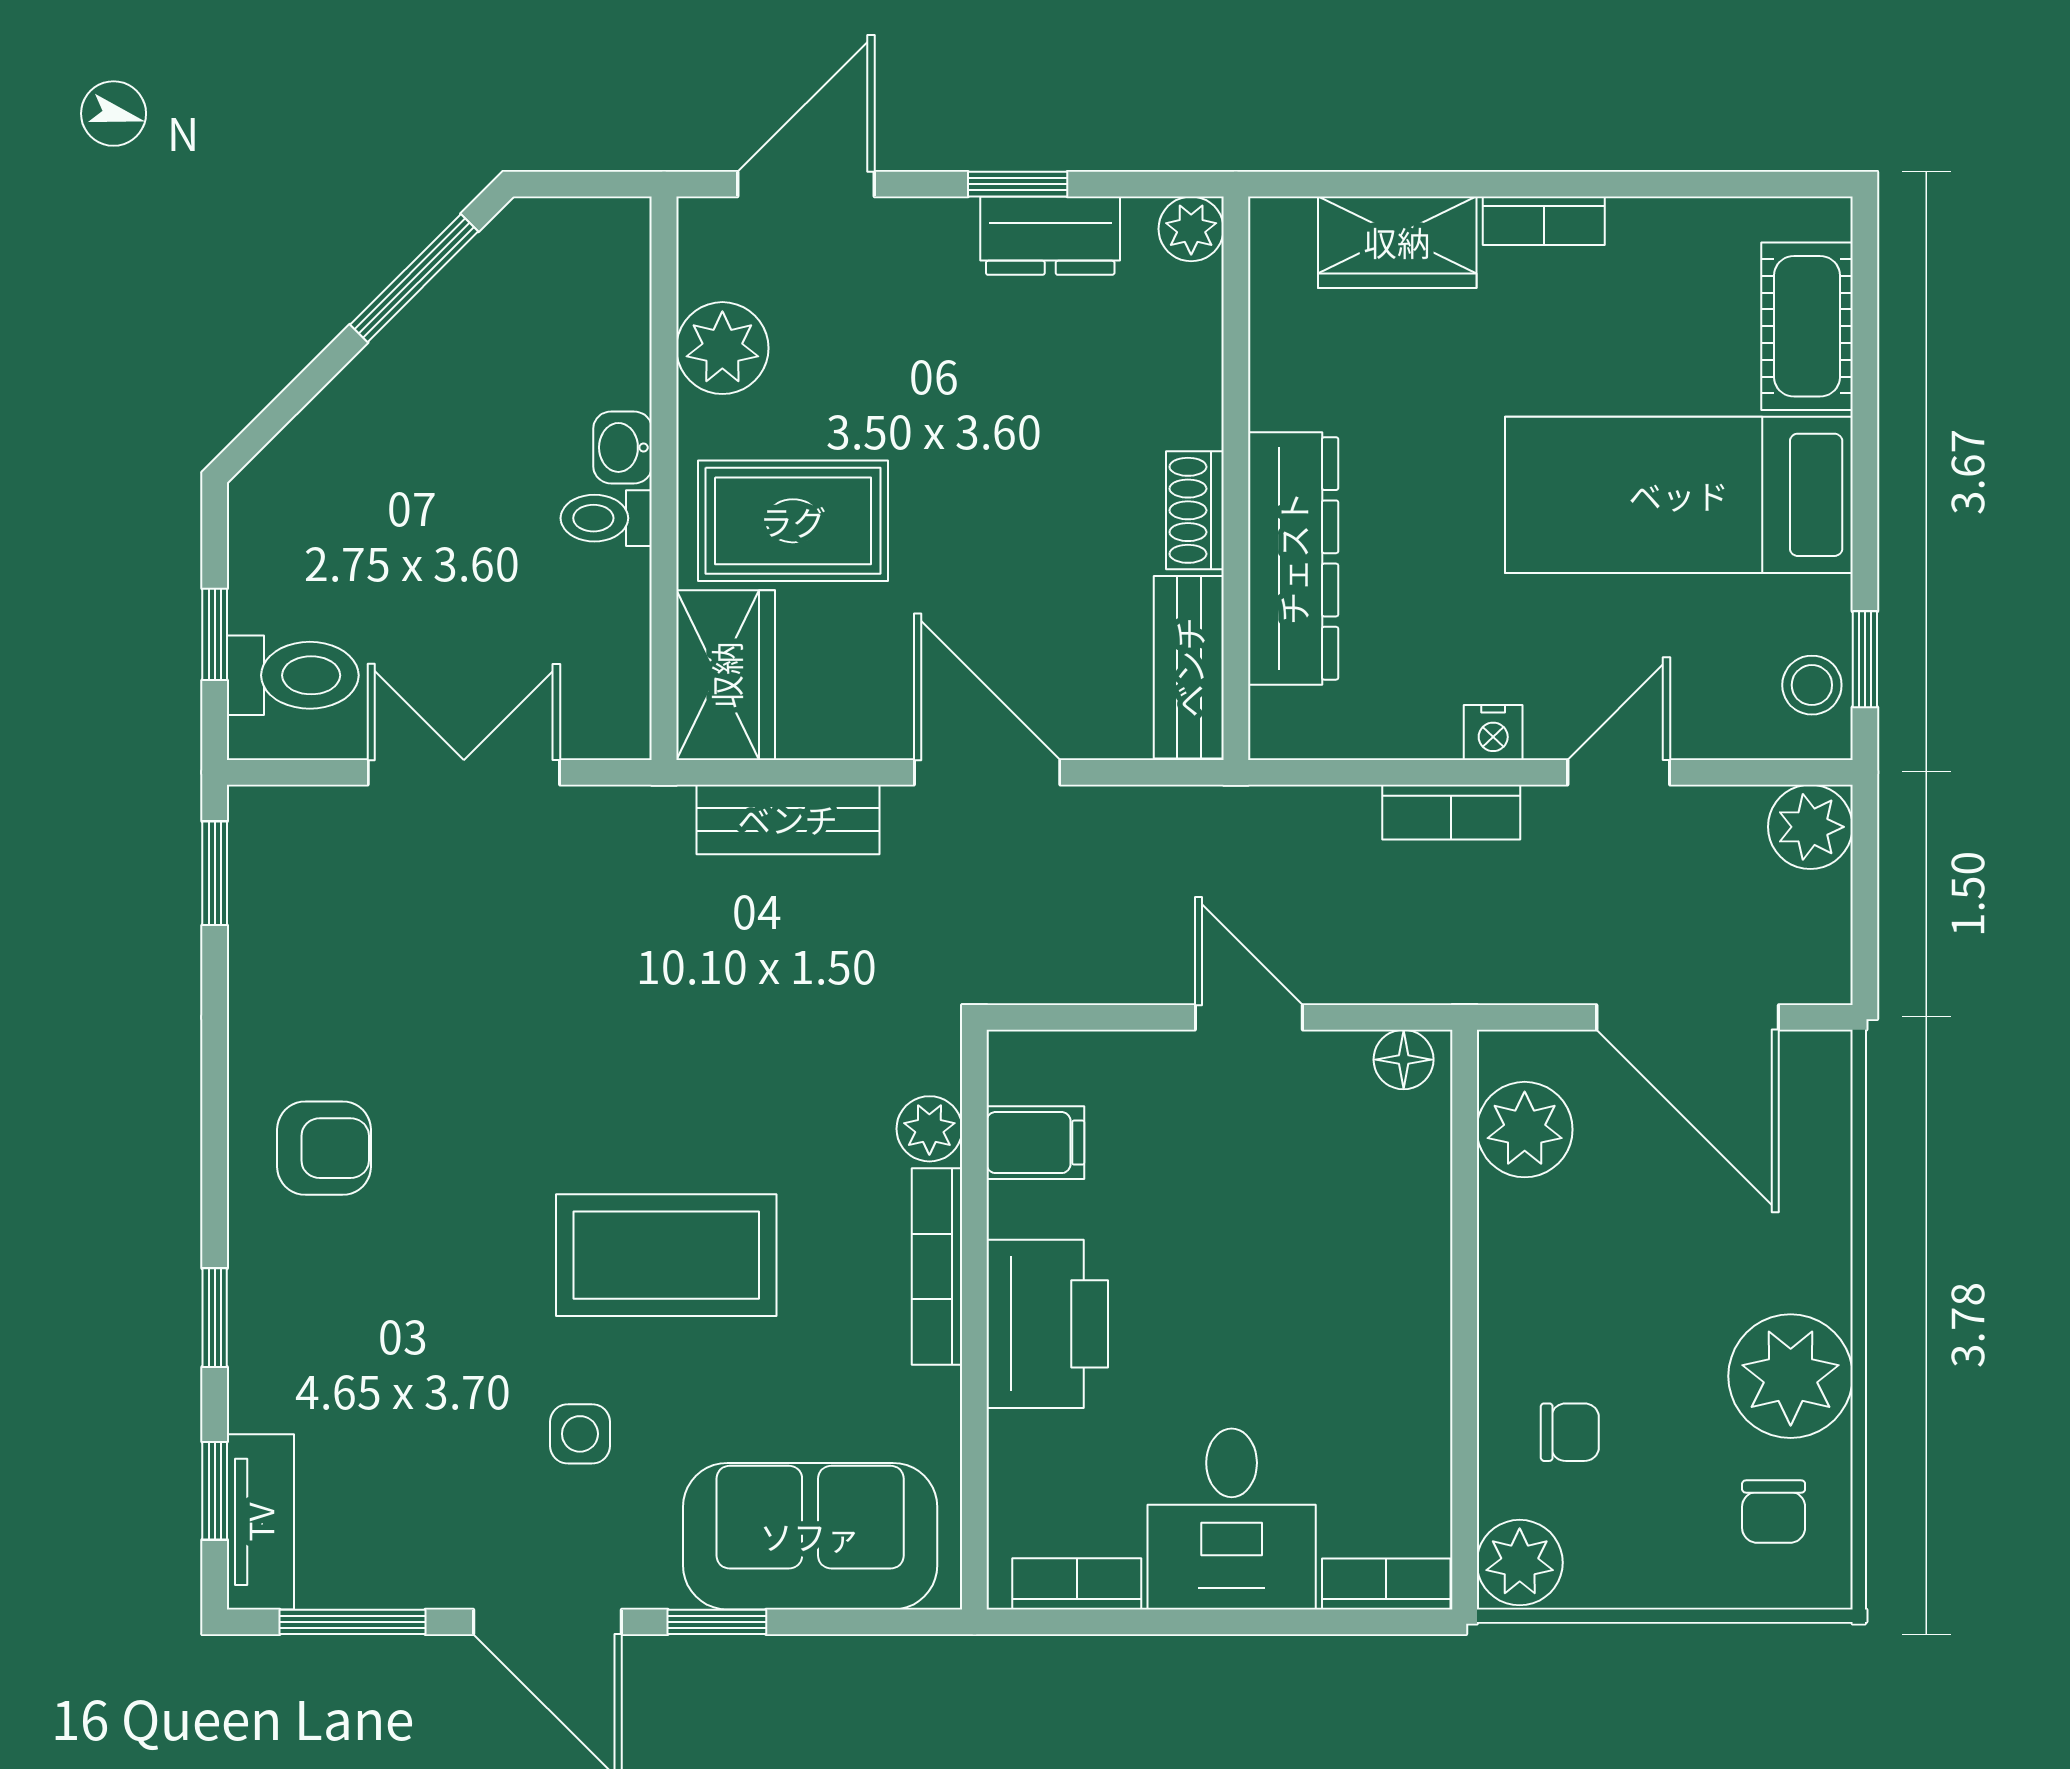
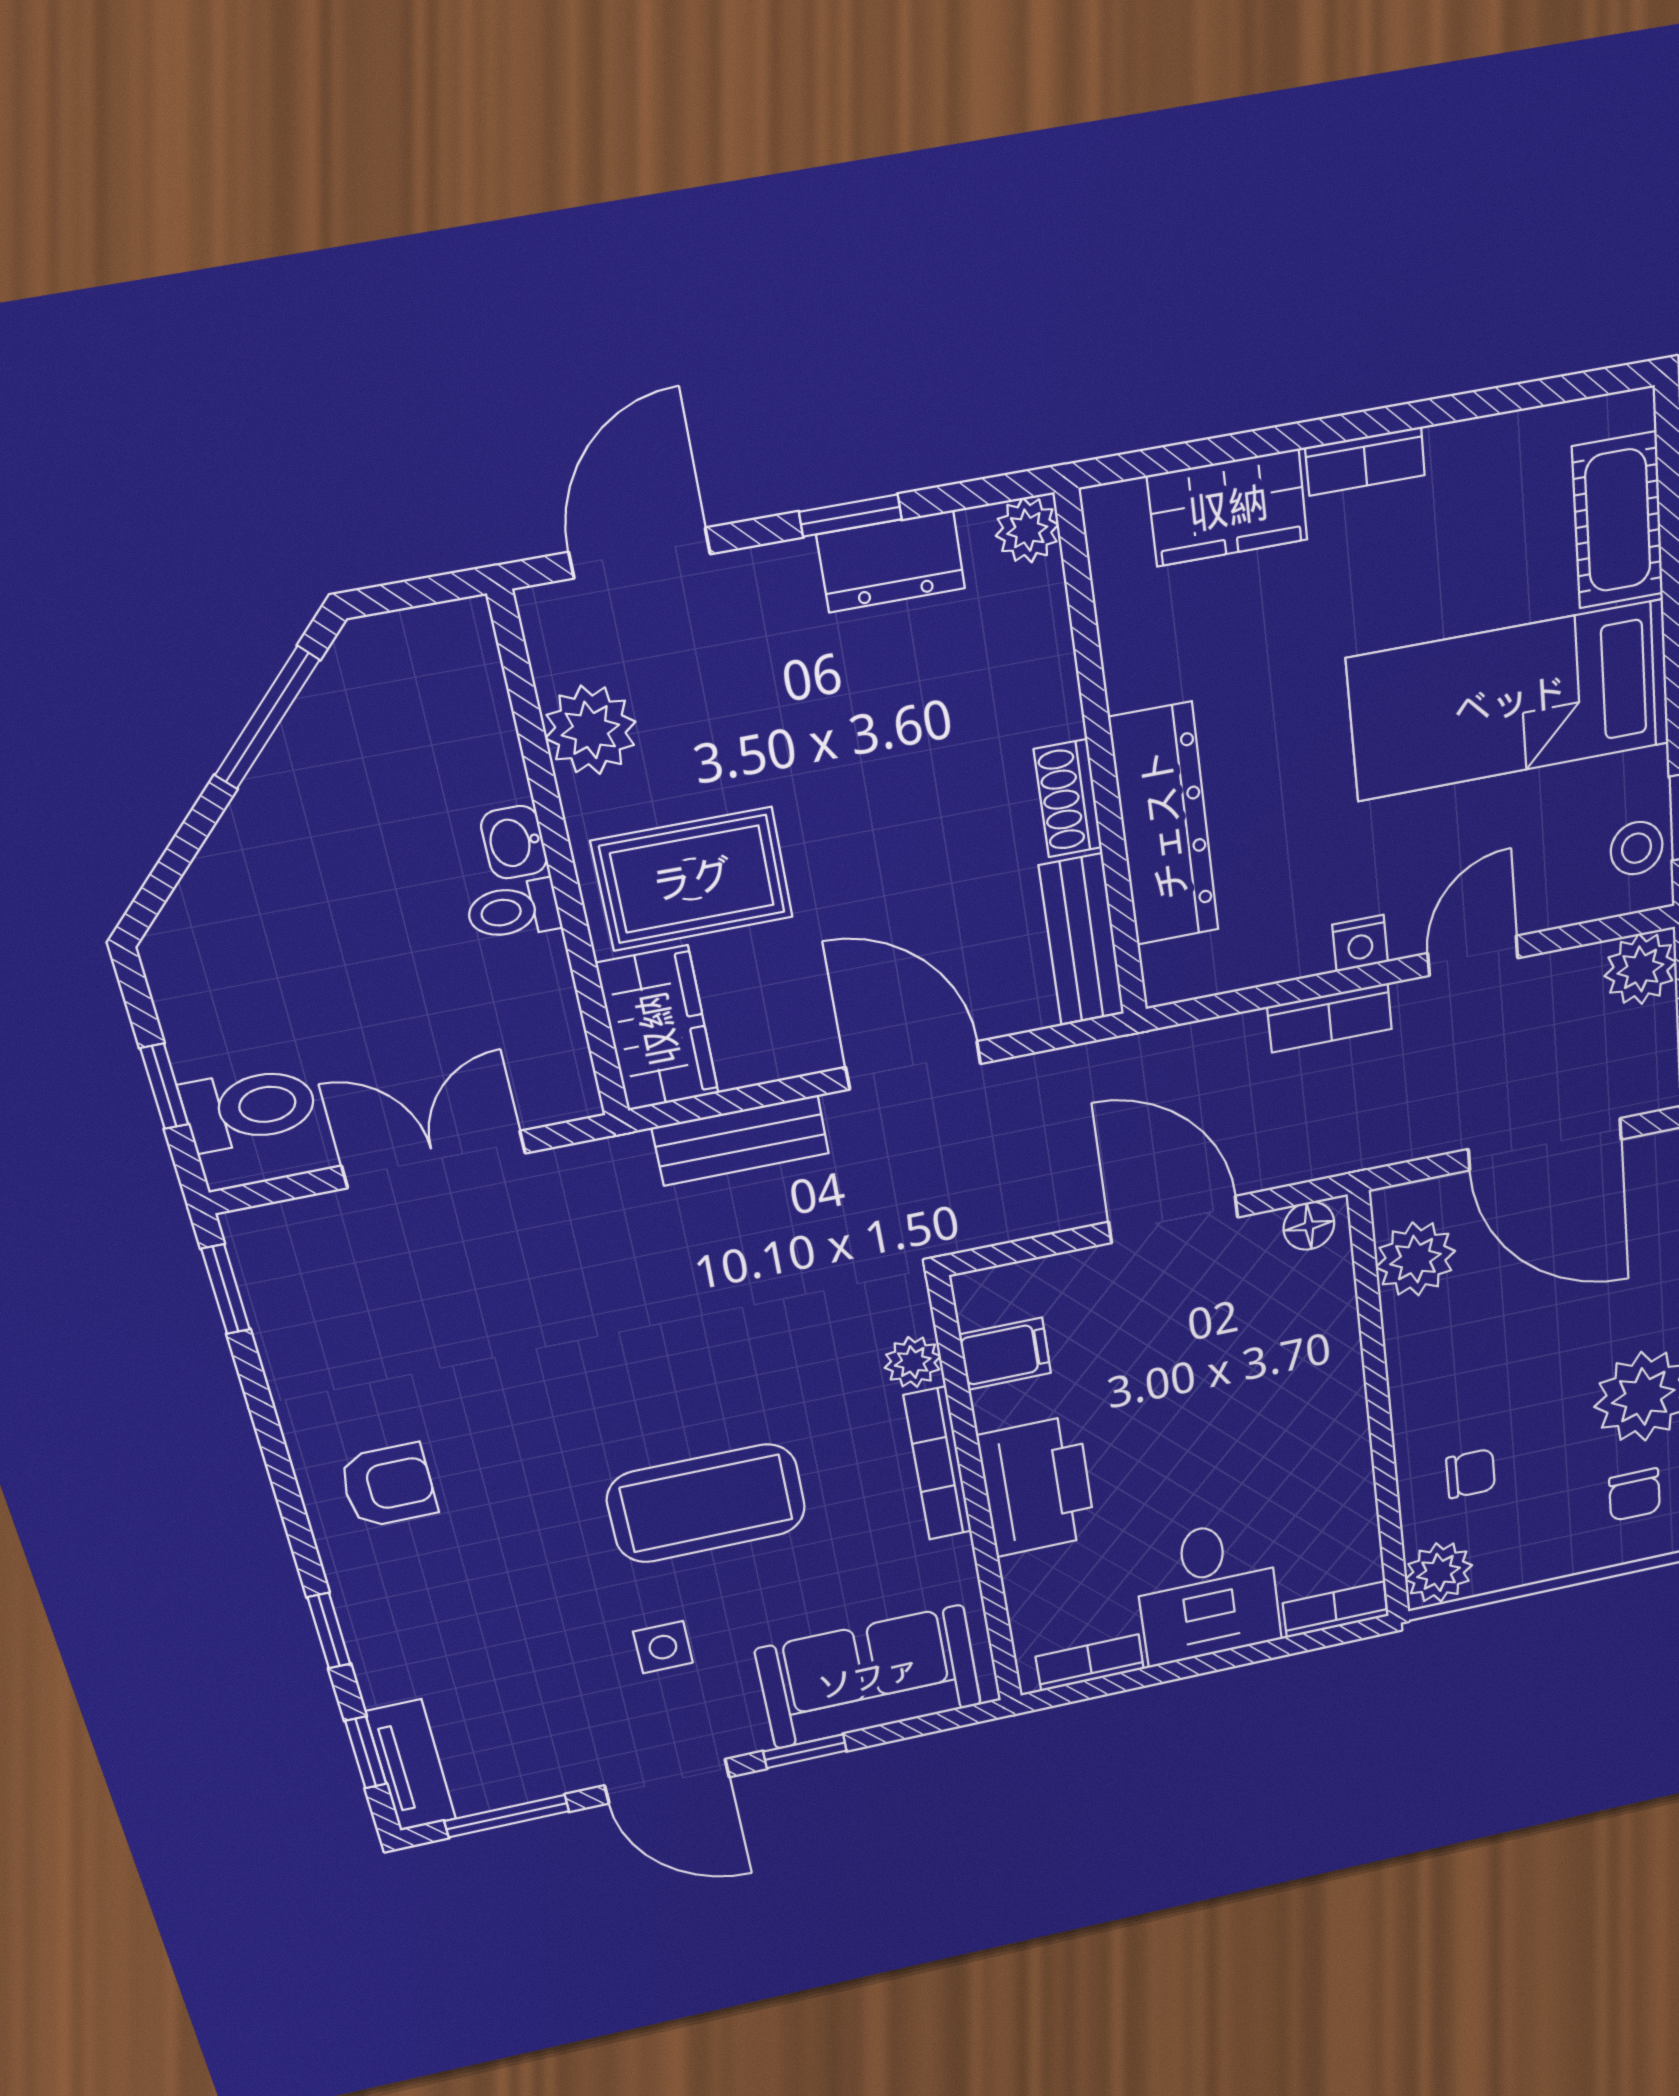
door: (1249, 1017) -> (1173, 1220), width x1.38

